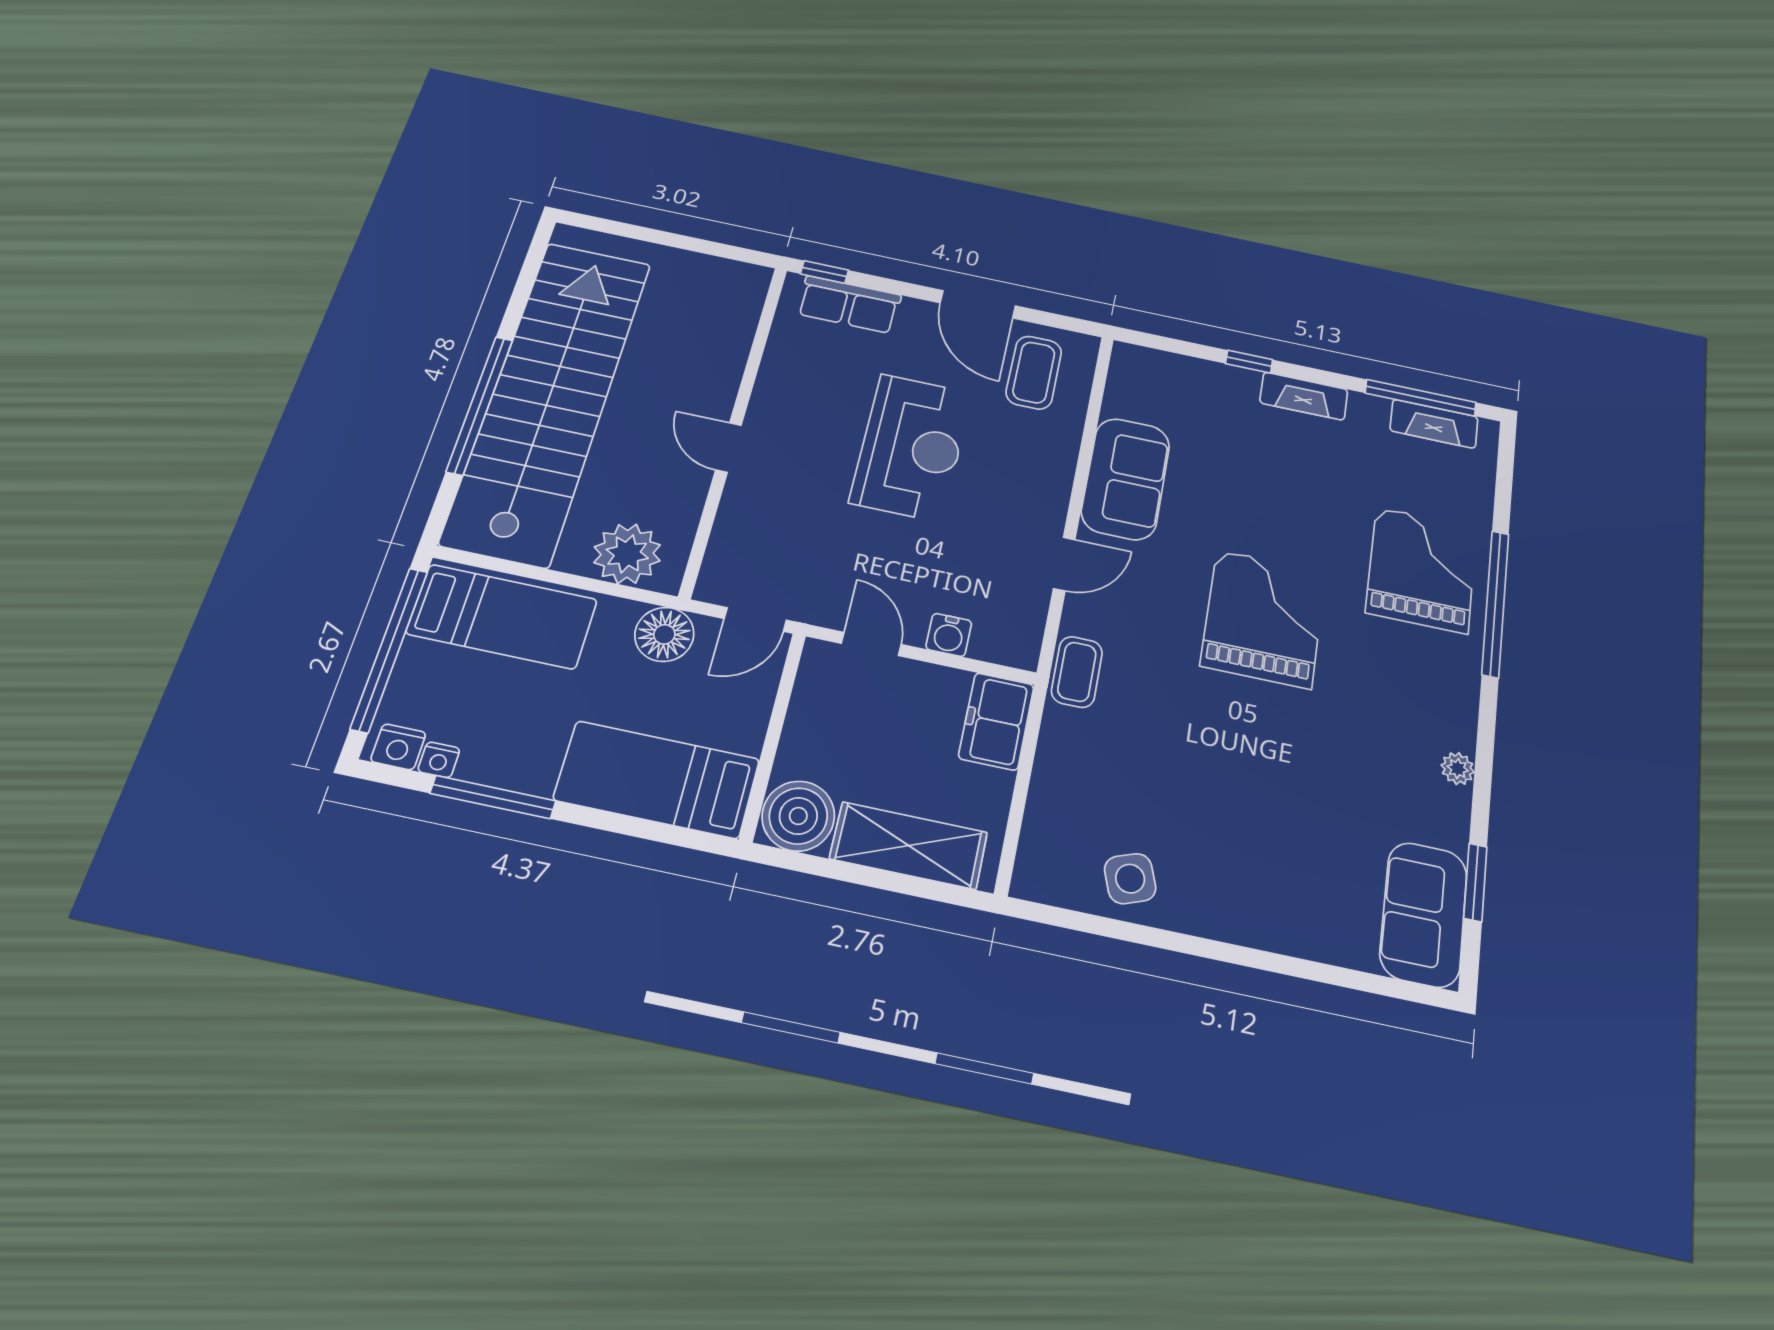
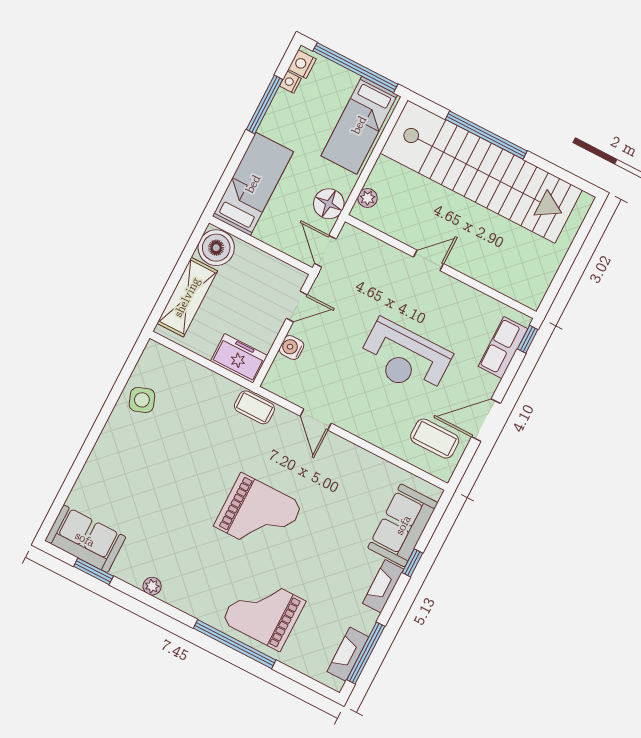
sofa: (1126, 479) -> (403, 525), moved, turned 90
plant: (627, 554) -> (368, 198), width x0.53, depth x0.53
grand piano: (1422, 570) -> (264, 611), turned 180

